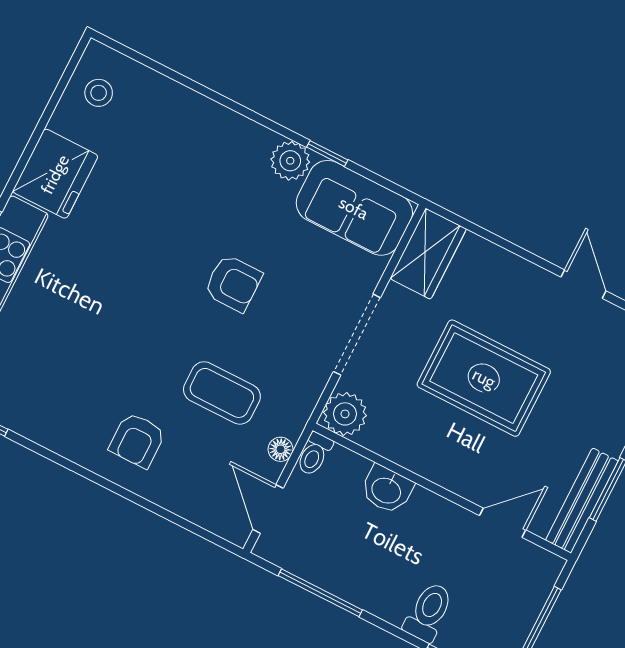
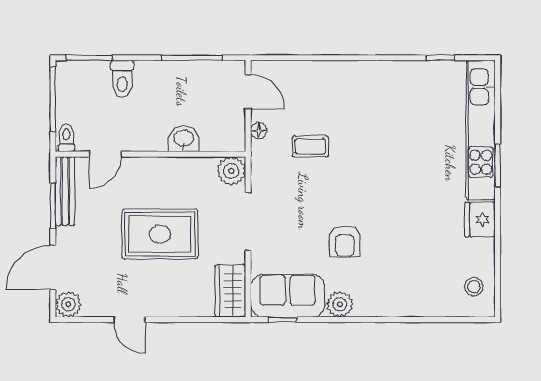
window: (327, 154) -> (283, 320), moved
fridge: (55, 174) -> (480, 219), width x0.73, depth x0.75
armchair: (233, 283) -> (345, 241), moved, turned -90
coffee table: (222, 393) -> (310, 146), width x0.73, depth x0.77
armchair: (137, 440) -> (346, 93), removed
toilet: (314, 454) -> (66, 138), moved

